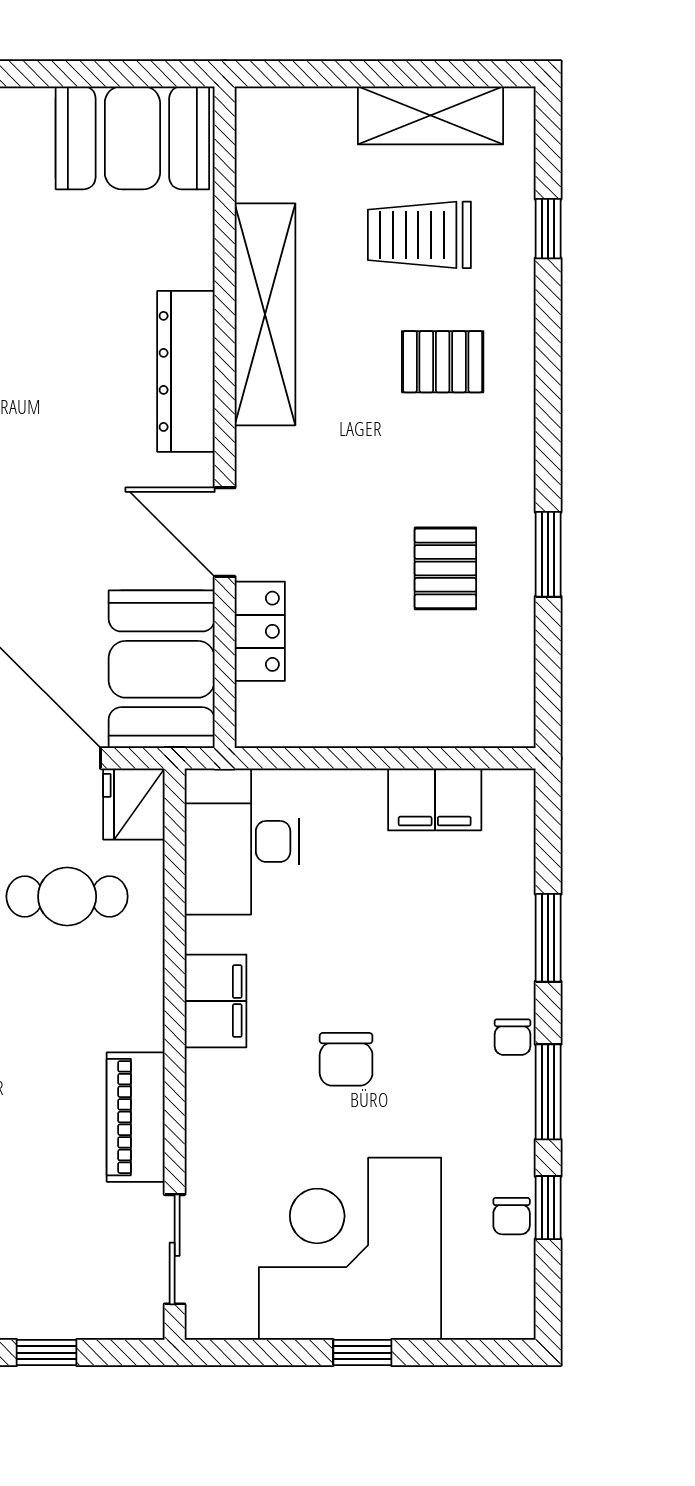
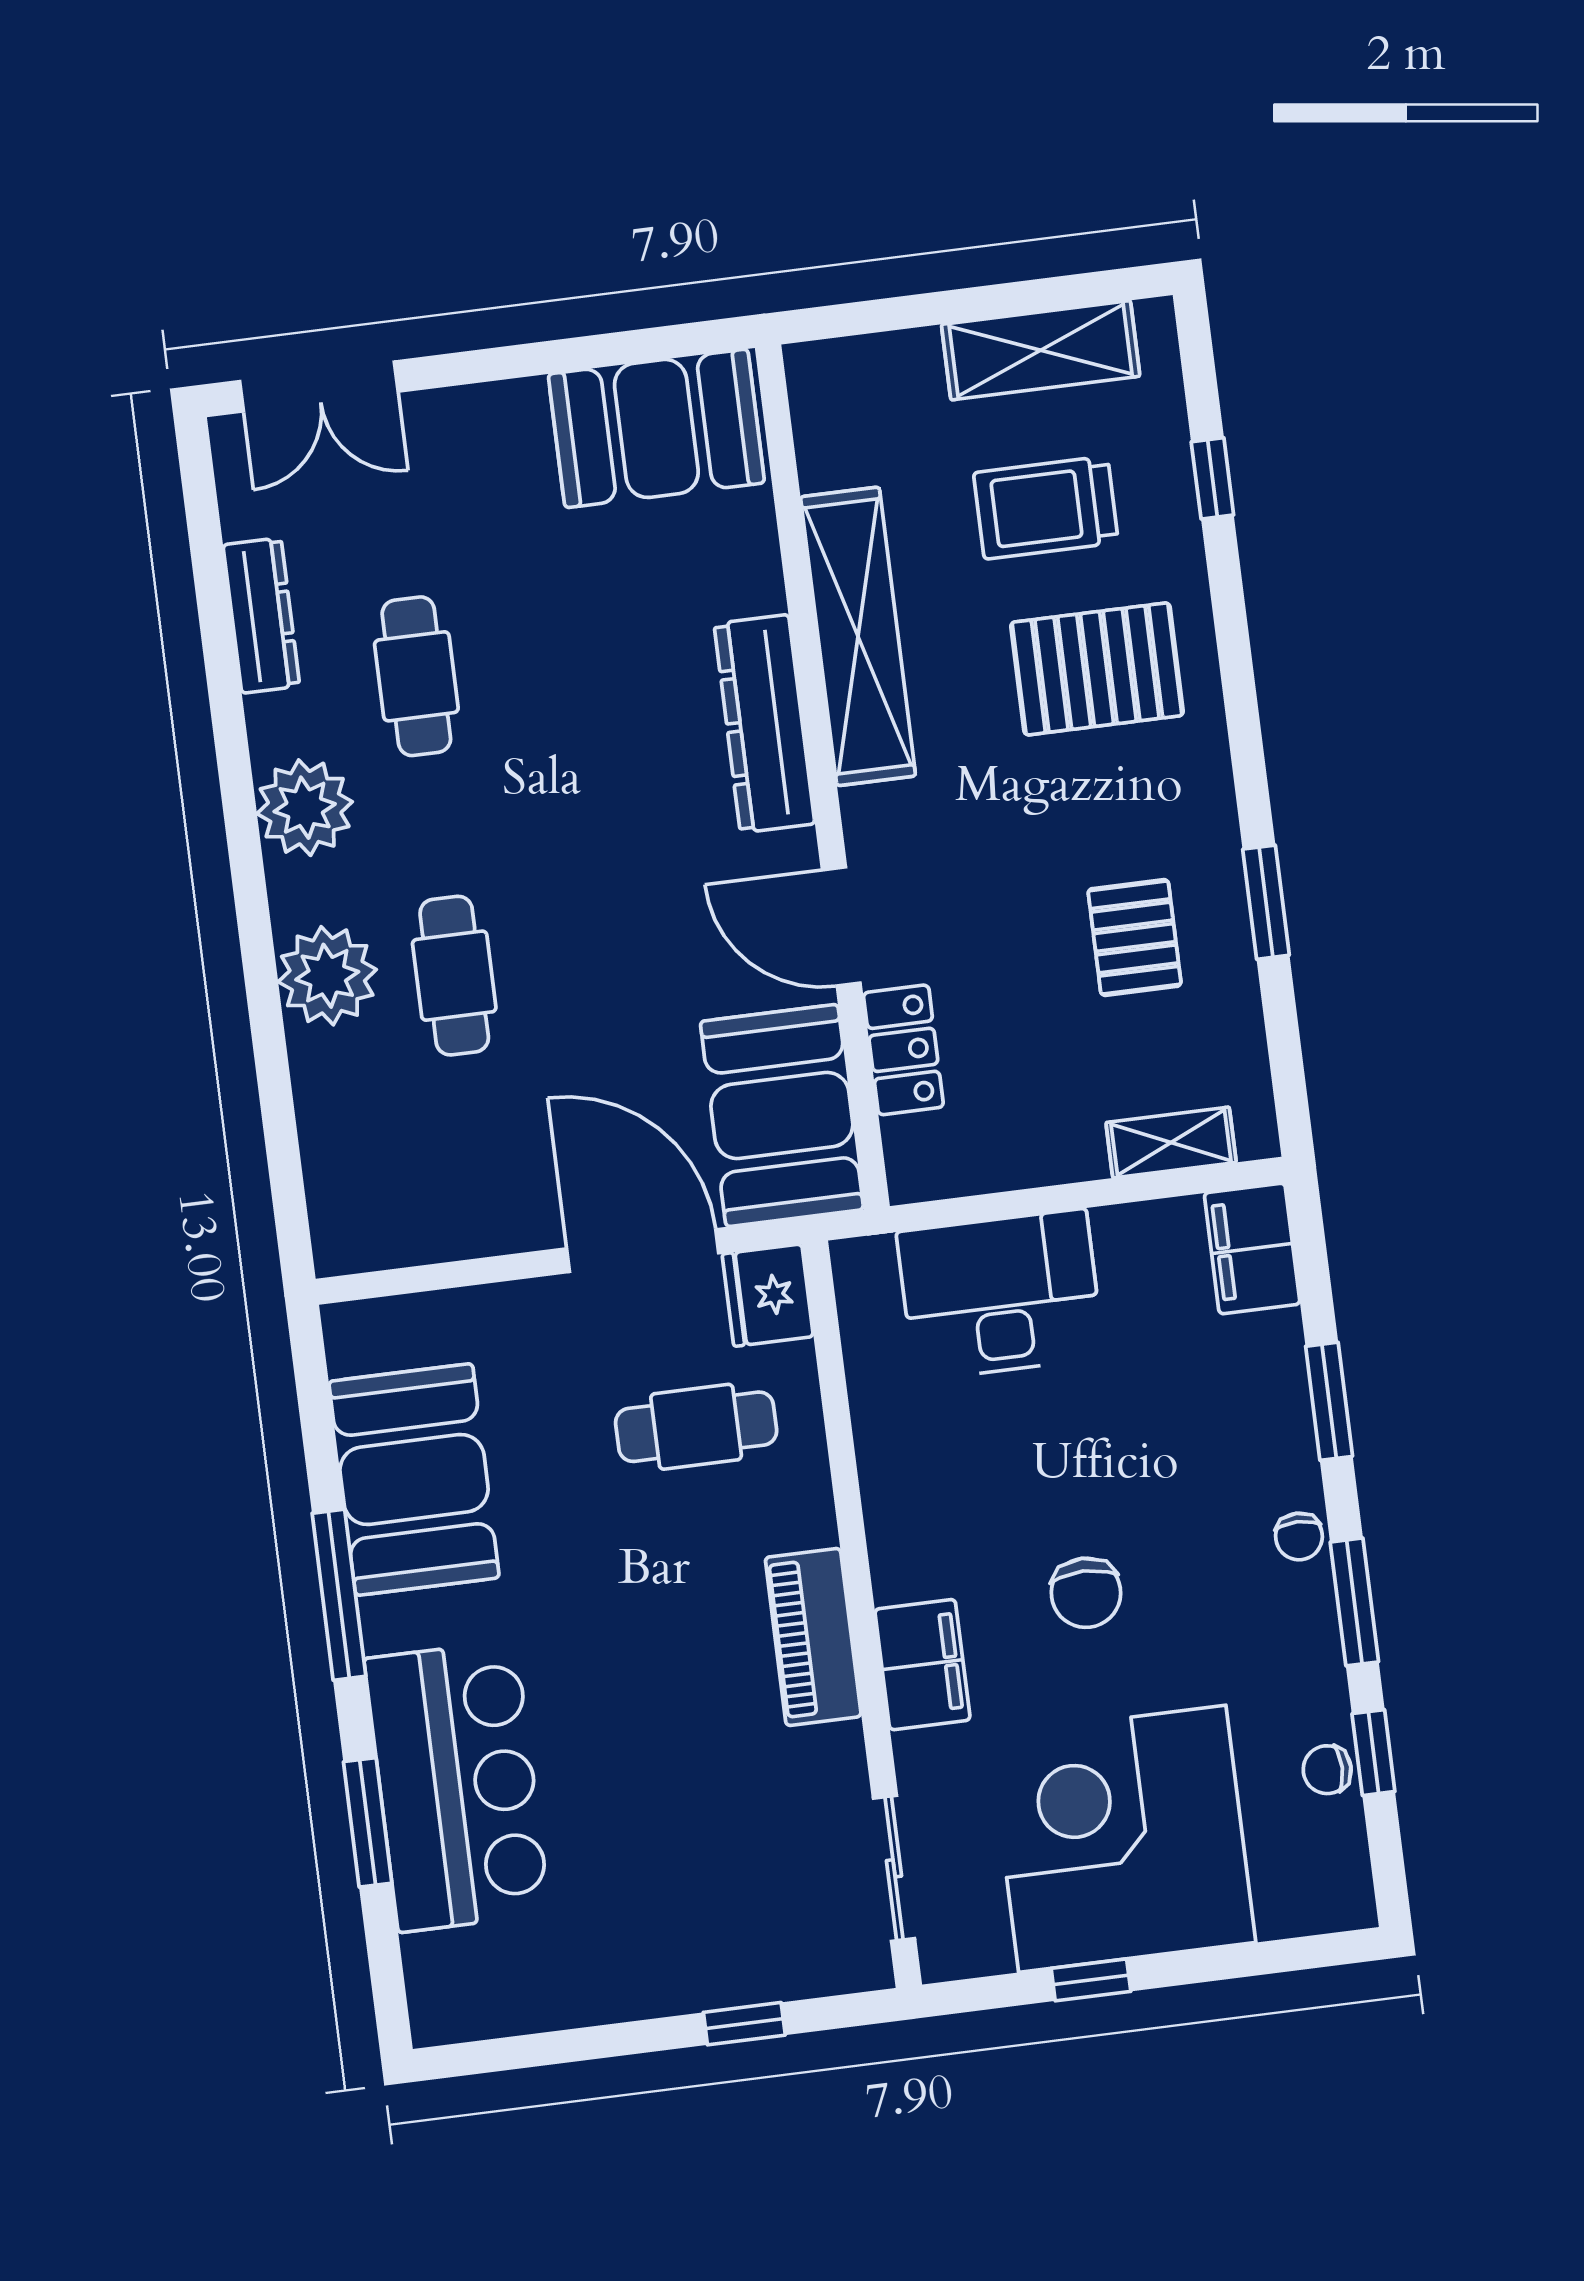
pallet: (443, 362) -> (1097, 669), width x1.50, depth x1.42
shelving: (453, 727) -> (1171, 1142), added
filing cabinet: (435, 799) -> (1252, 1249), moved, turned 90
desk: (242, 841) -> (1000, 1295), moved, turned 90
filing cabinet: (216, 1001) -> (922, 1665), moved
piano: (136, 1117) -> (813, 1637), moved
chair: (512, 1216) -> (1327, 1770), turned 90
window: (362, 1353) -> (1091, 1980), moved

